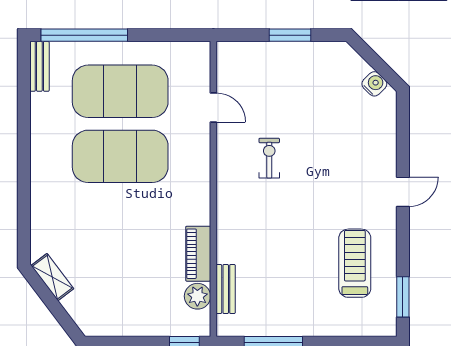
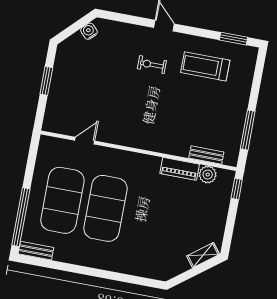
exercise bike: (269, 158) -> (152, 65), moved
shelving: (52, 277) -> (203, 255), moved

